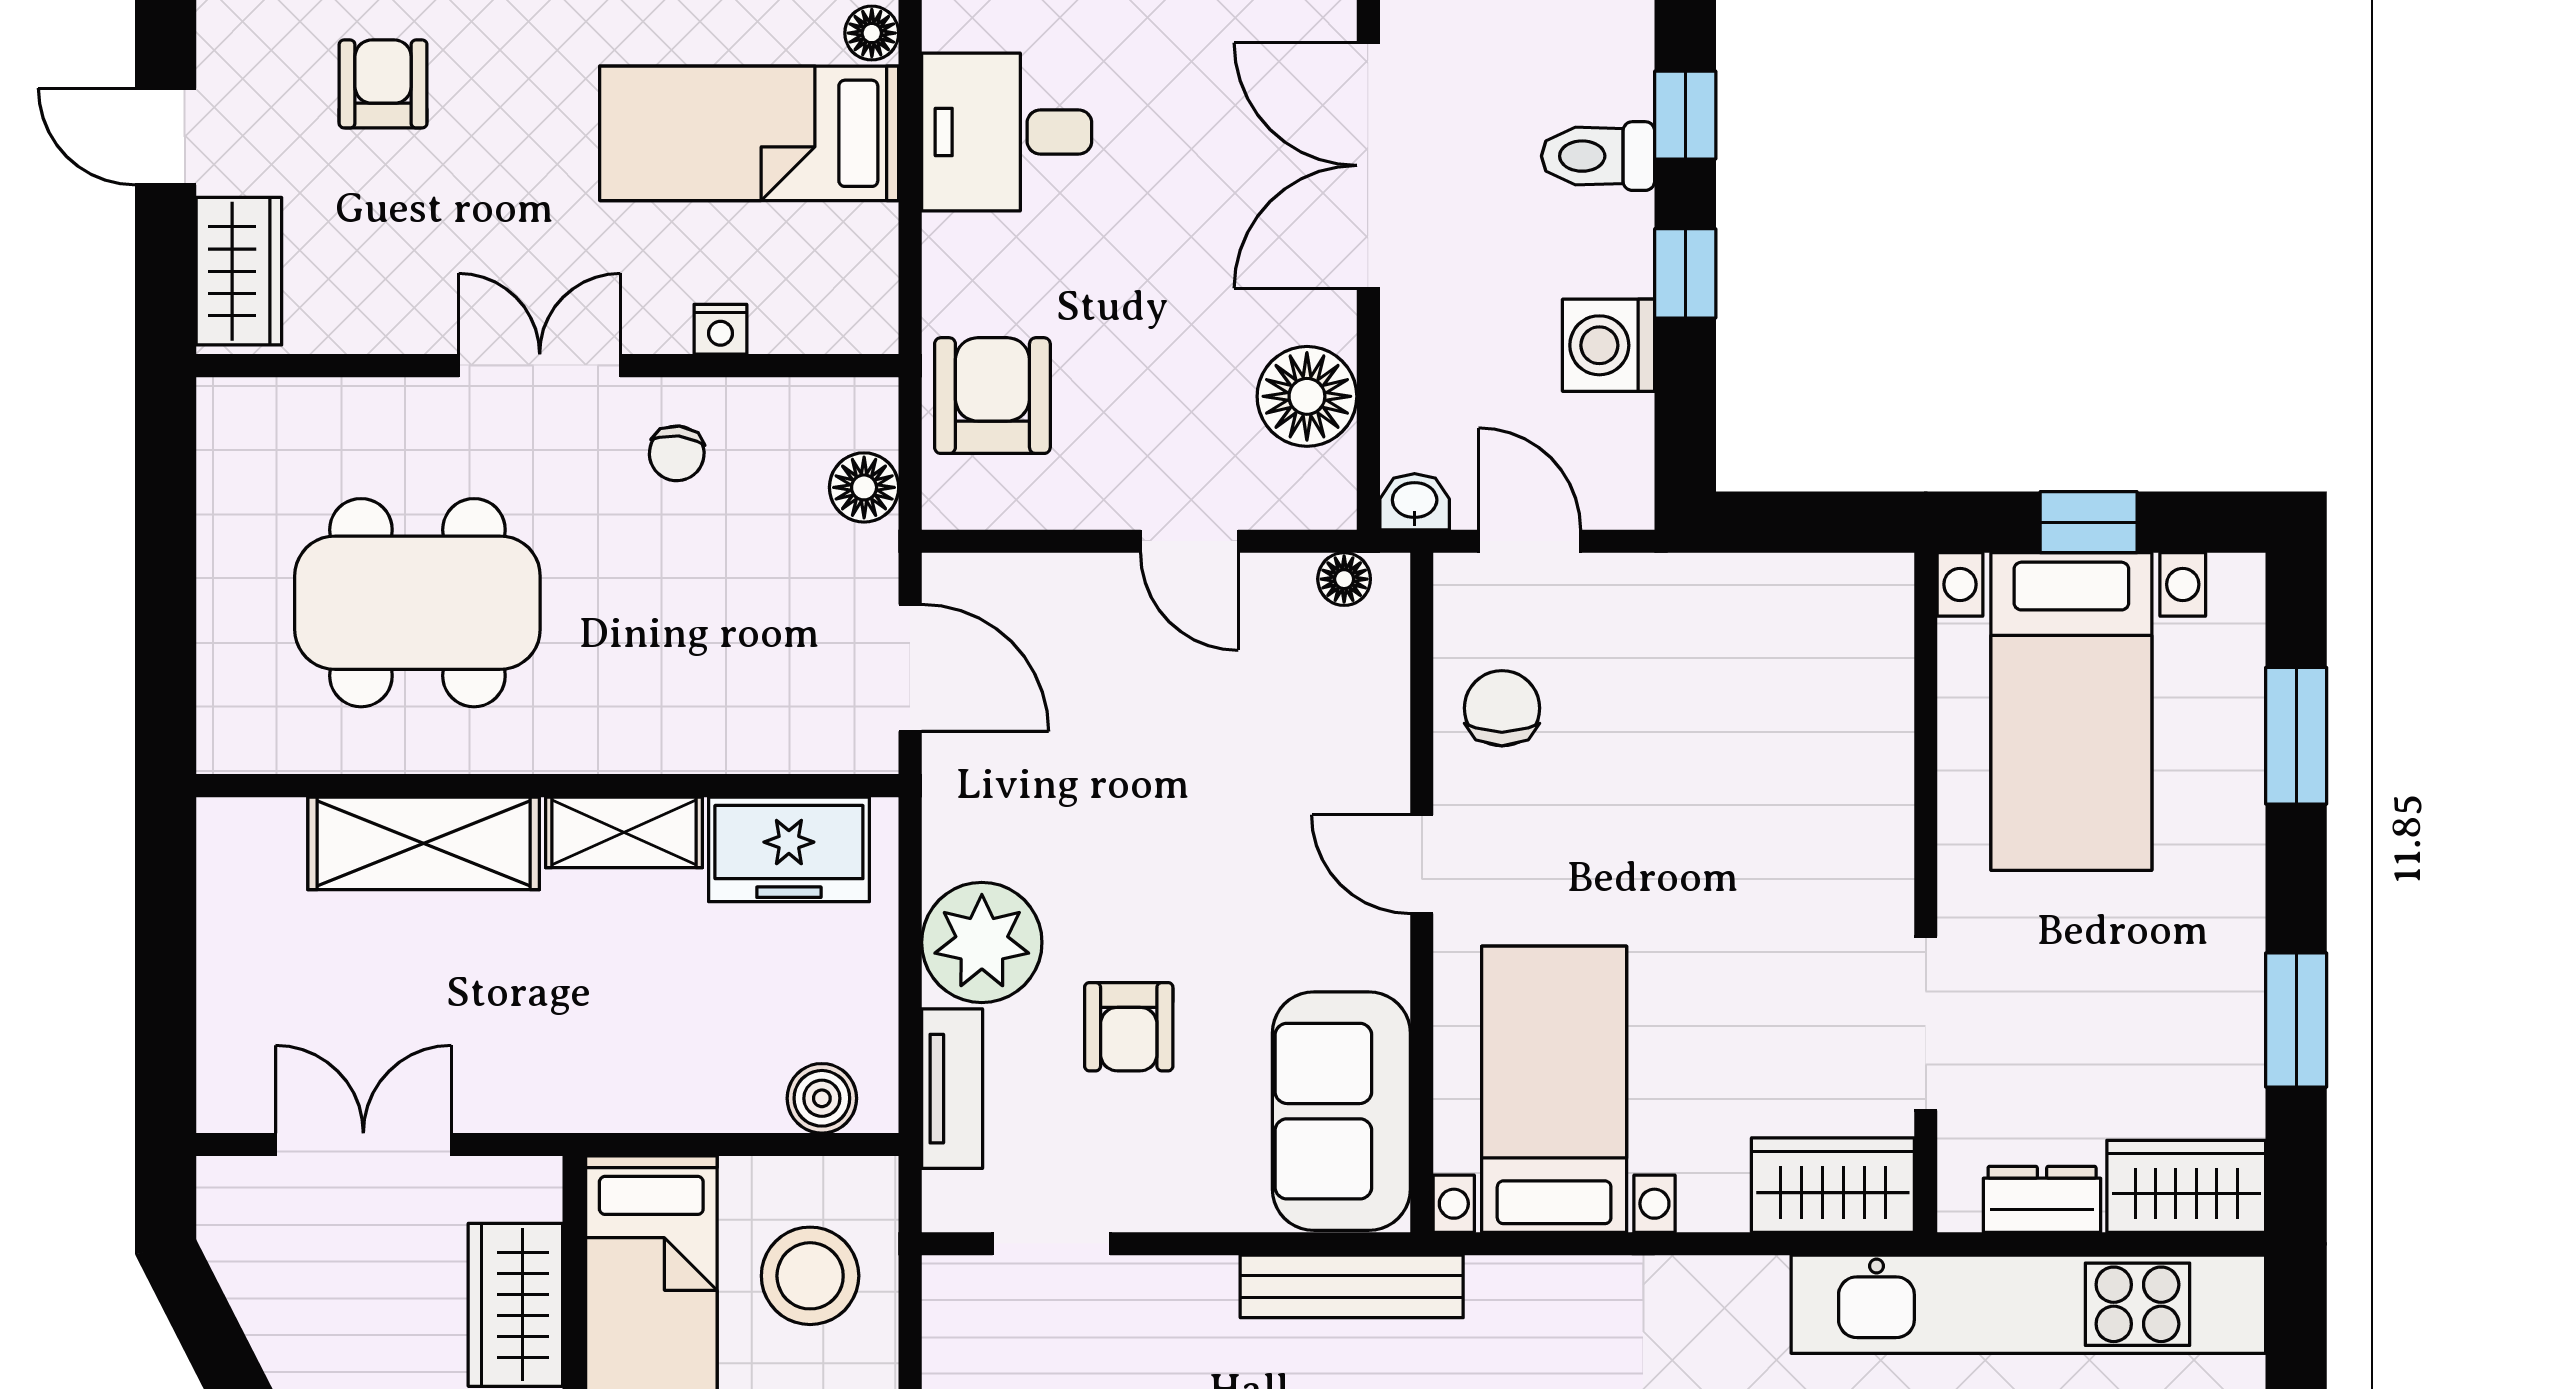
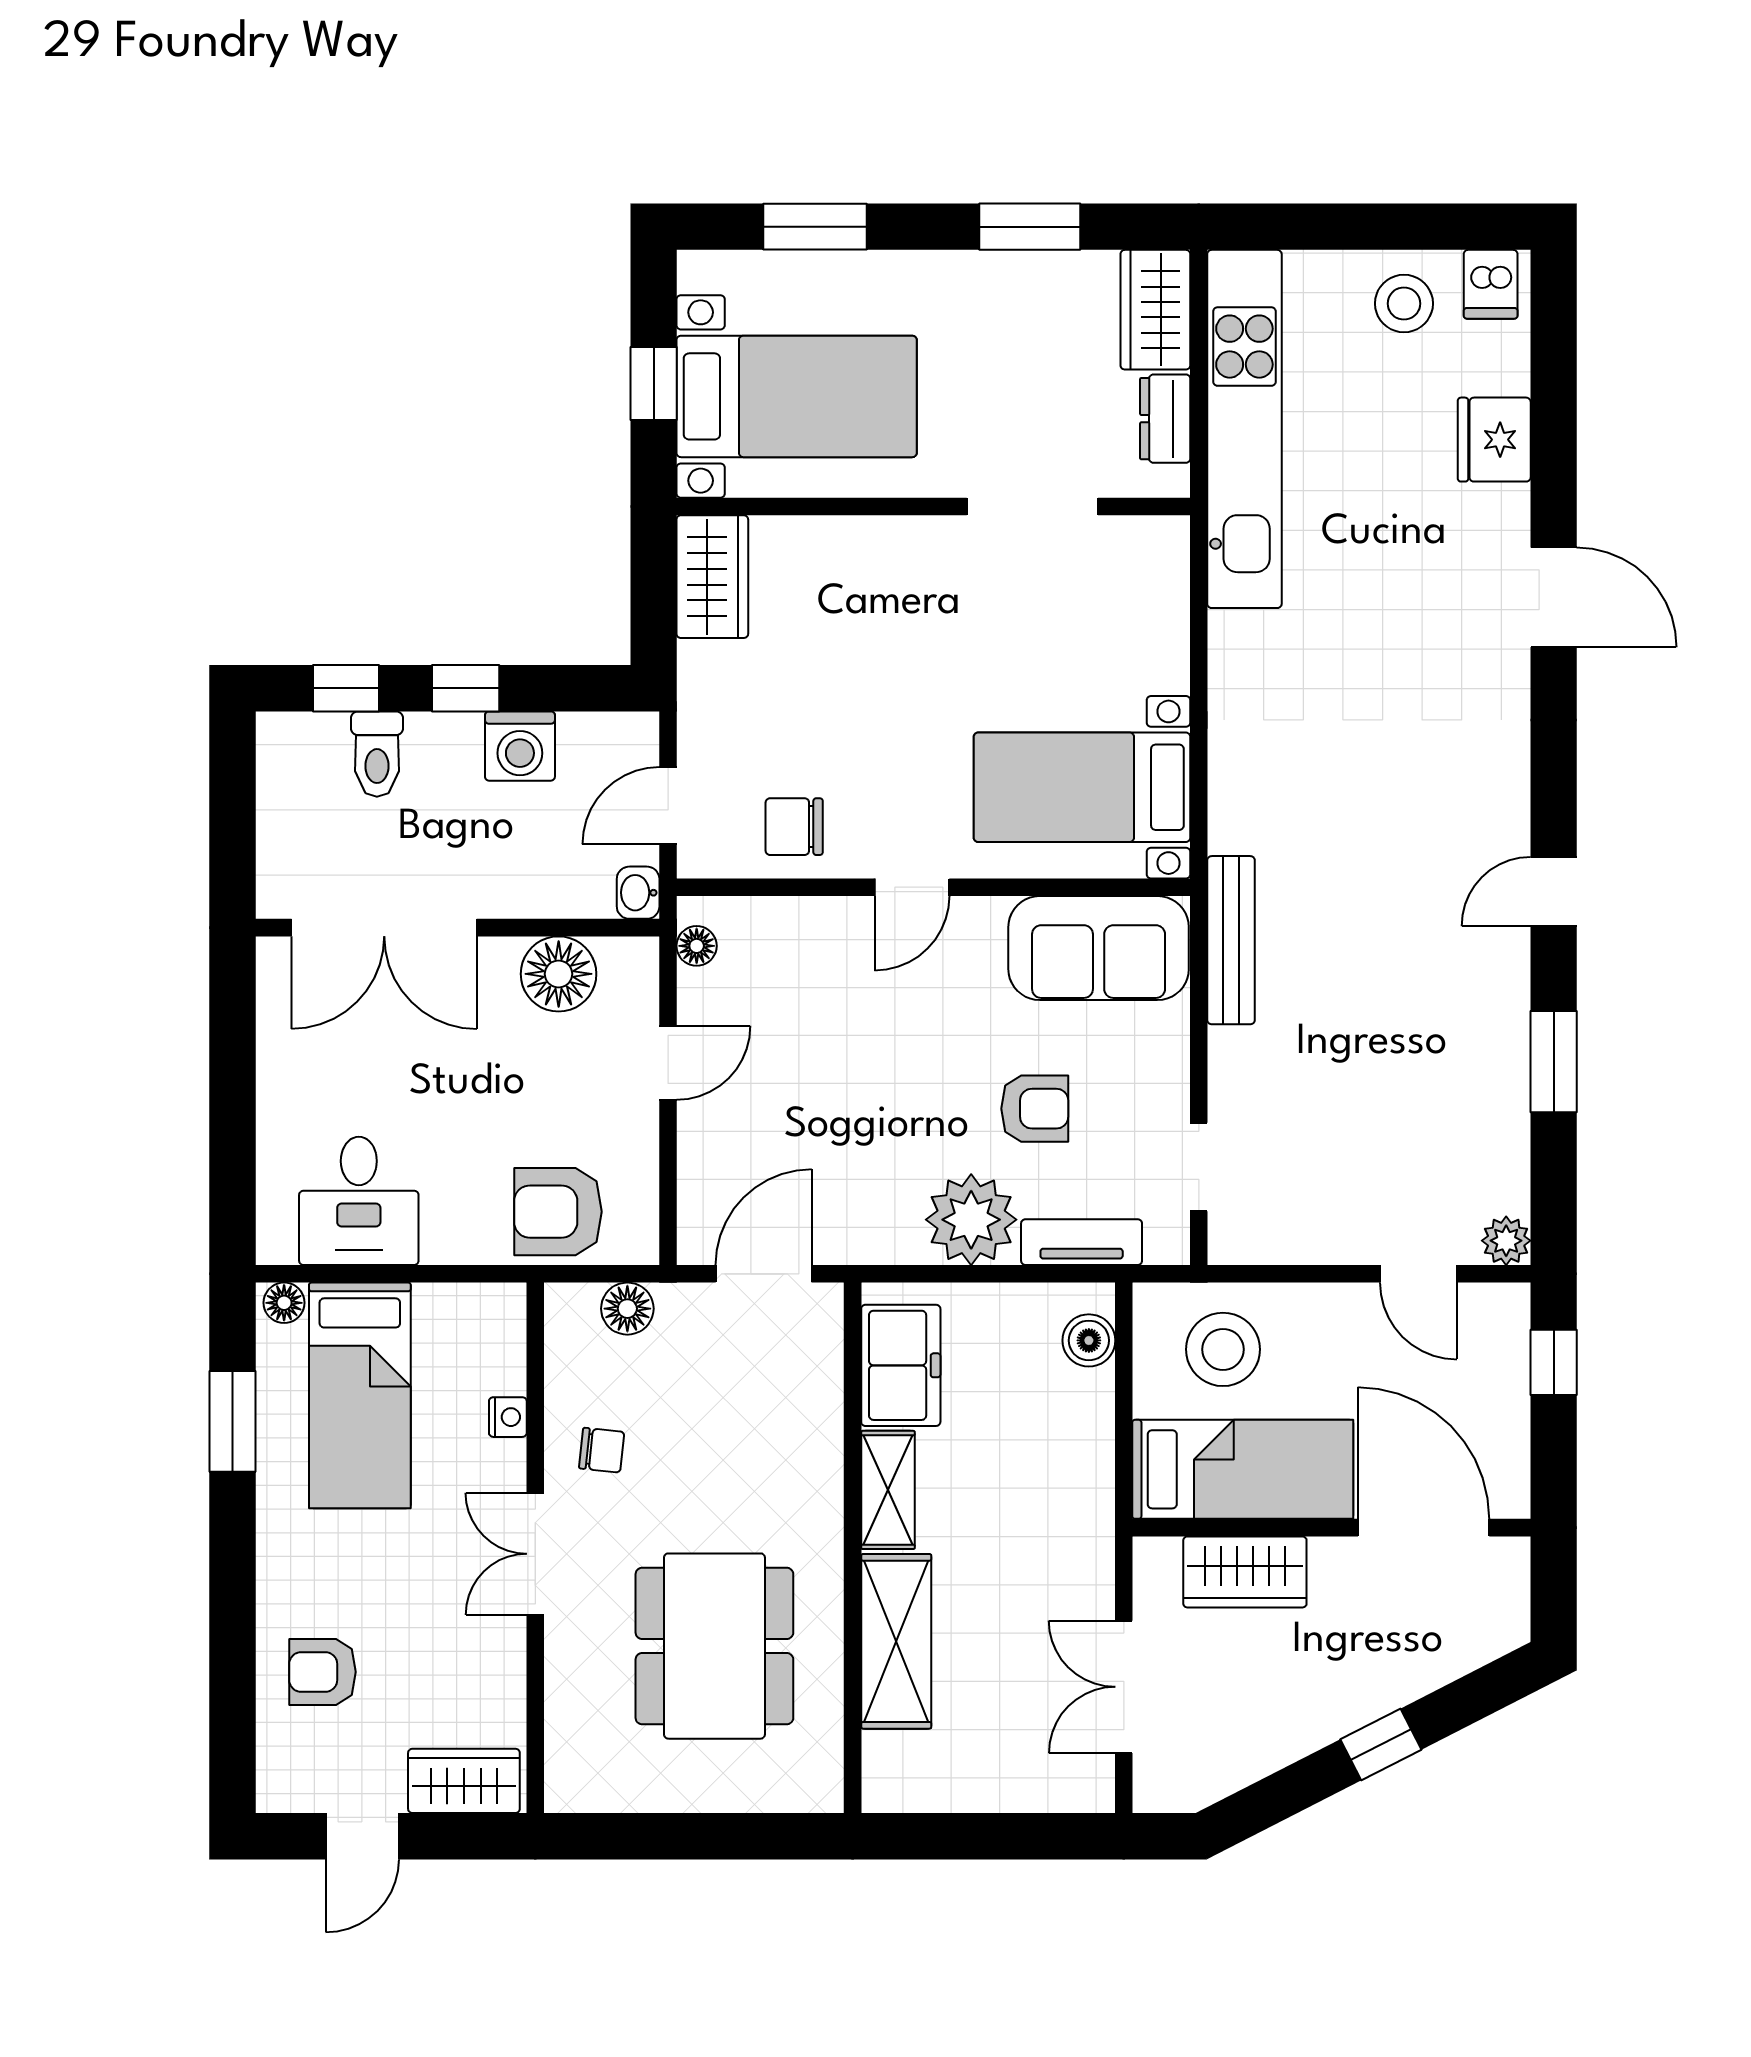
wardrobe: (1833, 1185) -> (712, 577), moved, turned 180

